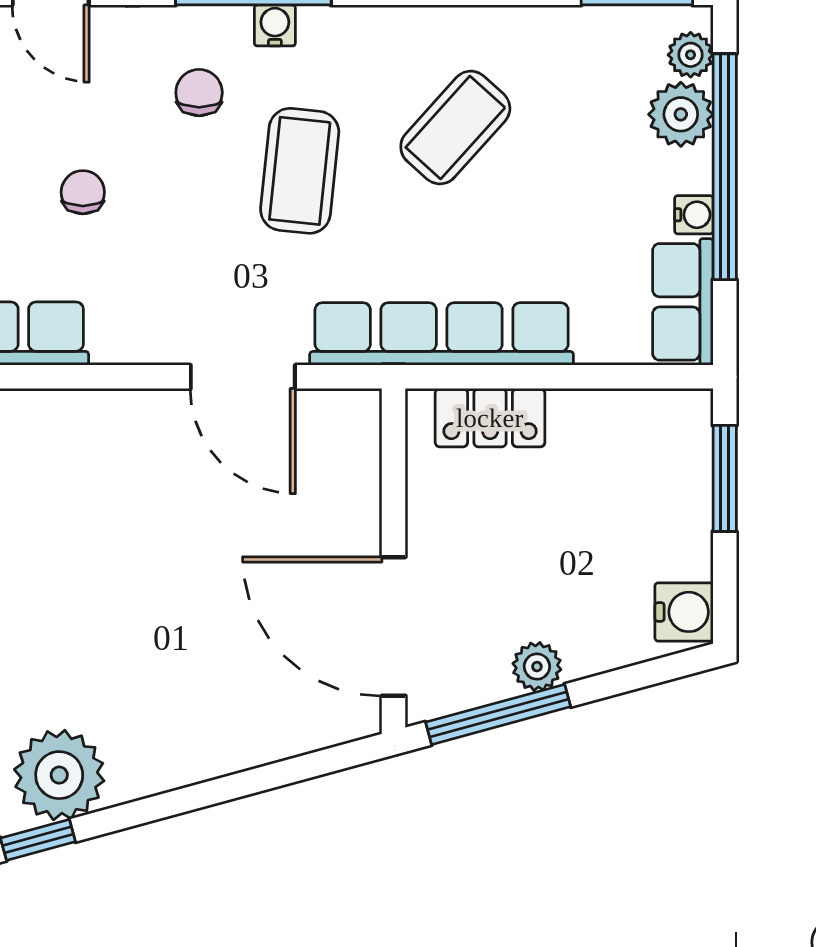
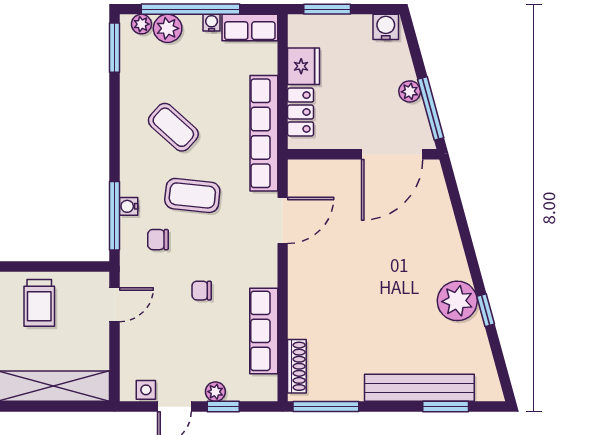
fridge: (594, 425) -> (304, 66), added

